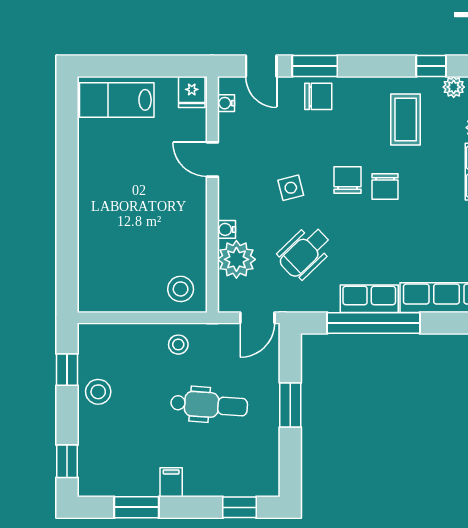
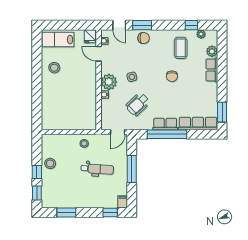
door: (212, 160) -> (99, 54), moved
chair: (347, 180) -> (156, 74), removed
plant: (236, 259) -> (109, 82), moved
stool: (181, 289) -> (54, 68), moved
window: (67, 370) -> (37, 172), moved
window: (290, 405) -> (132, 169), width x1.44
filing cabinet: (171, 482) -> (123, 202), moved

